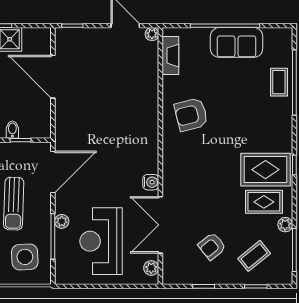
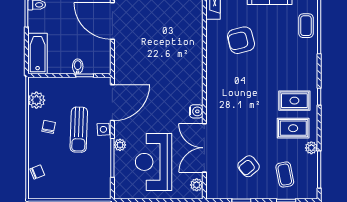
armchair: (191, 115) -> (241, 40), moved
rug: (265, 170) -> (294, 101), width x0.73, depth x0.70
coffee table: (254, 256) -> (285, 175), turned -62
side table: (25, 257) -> (103, 129), moved, width x0.54, depth x0.54

